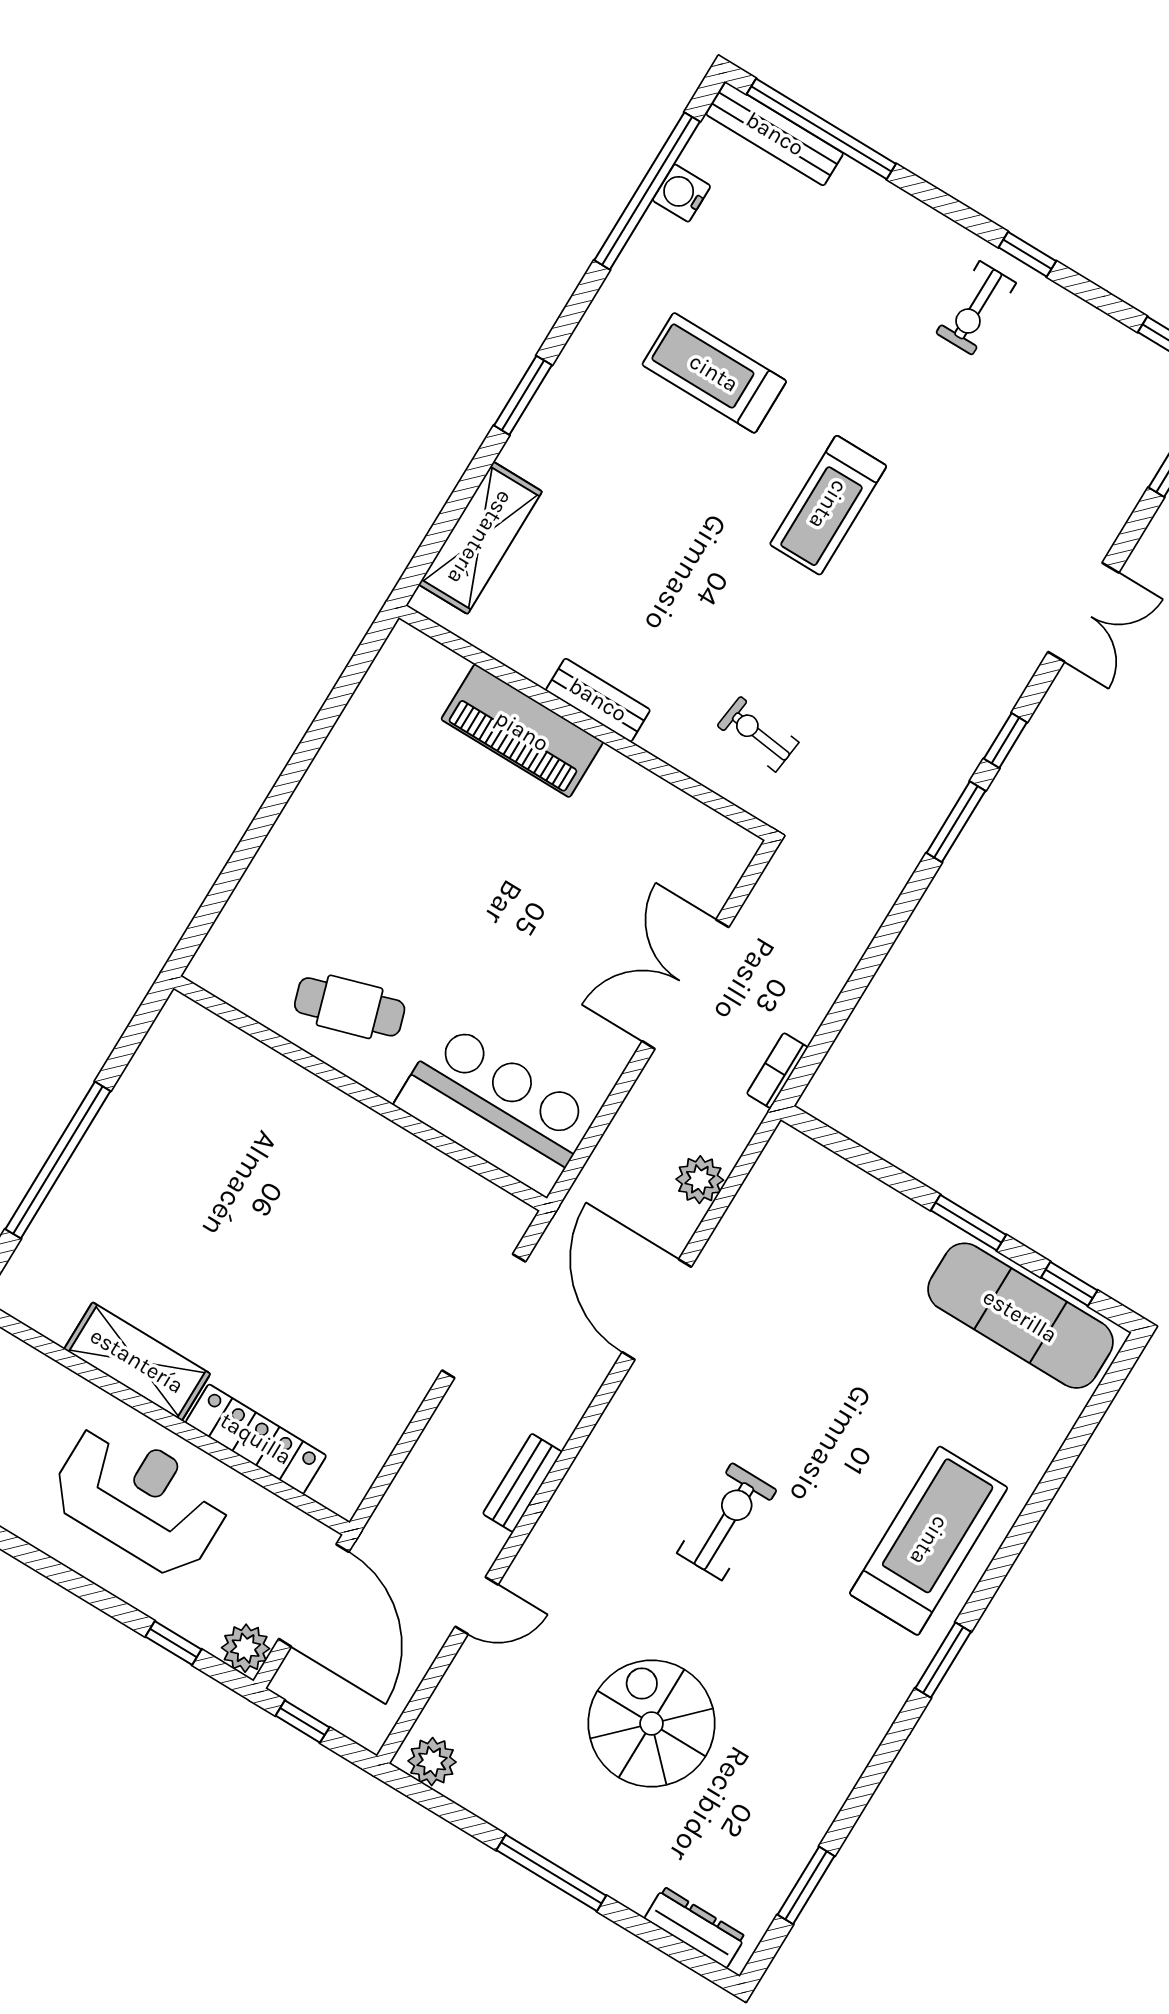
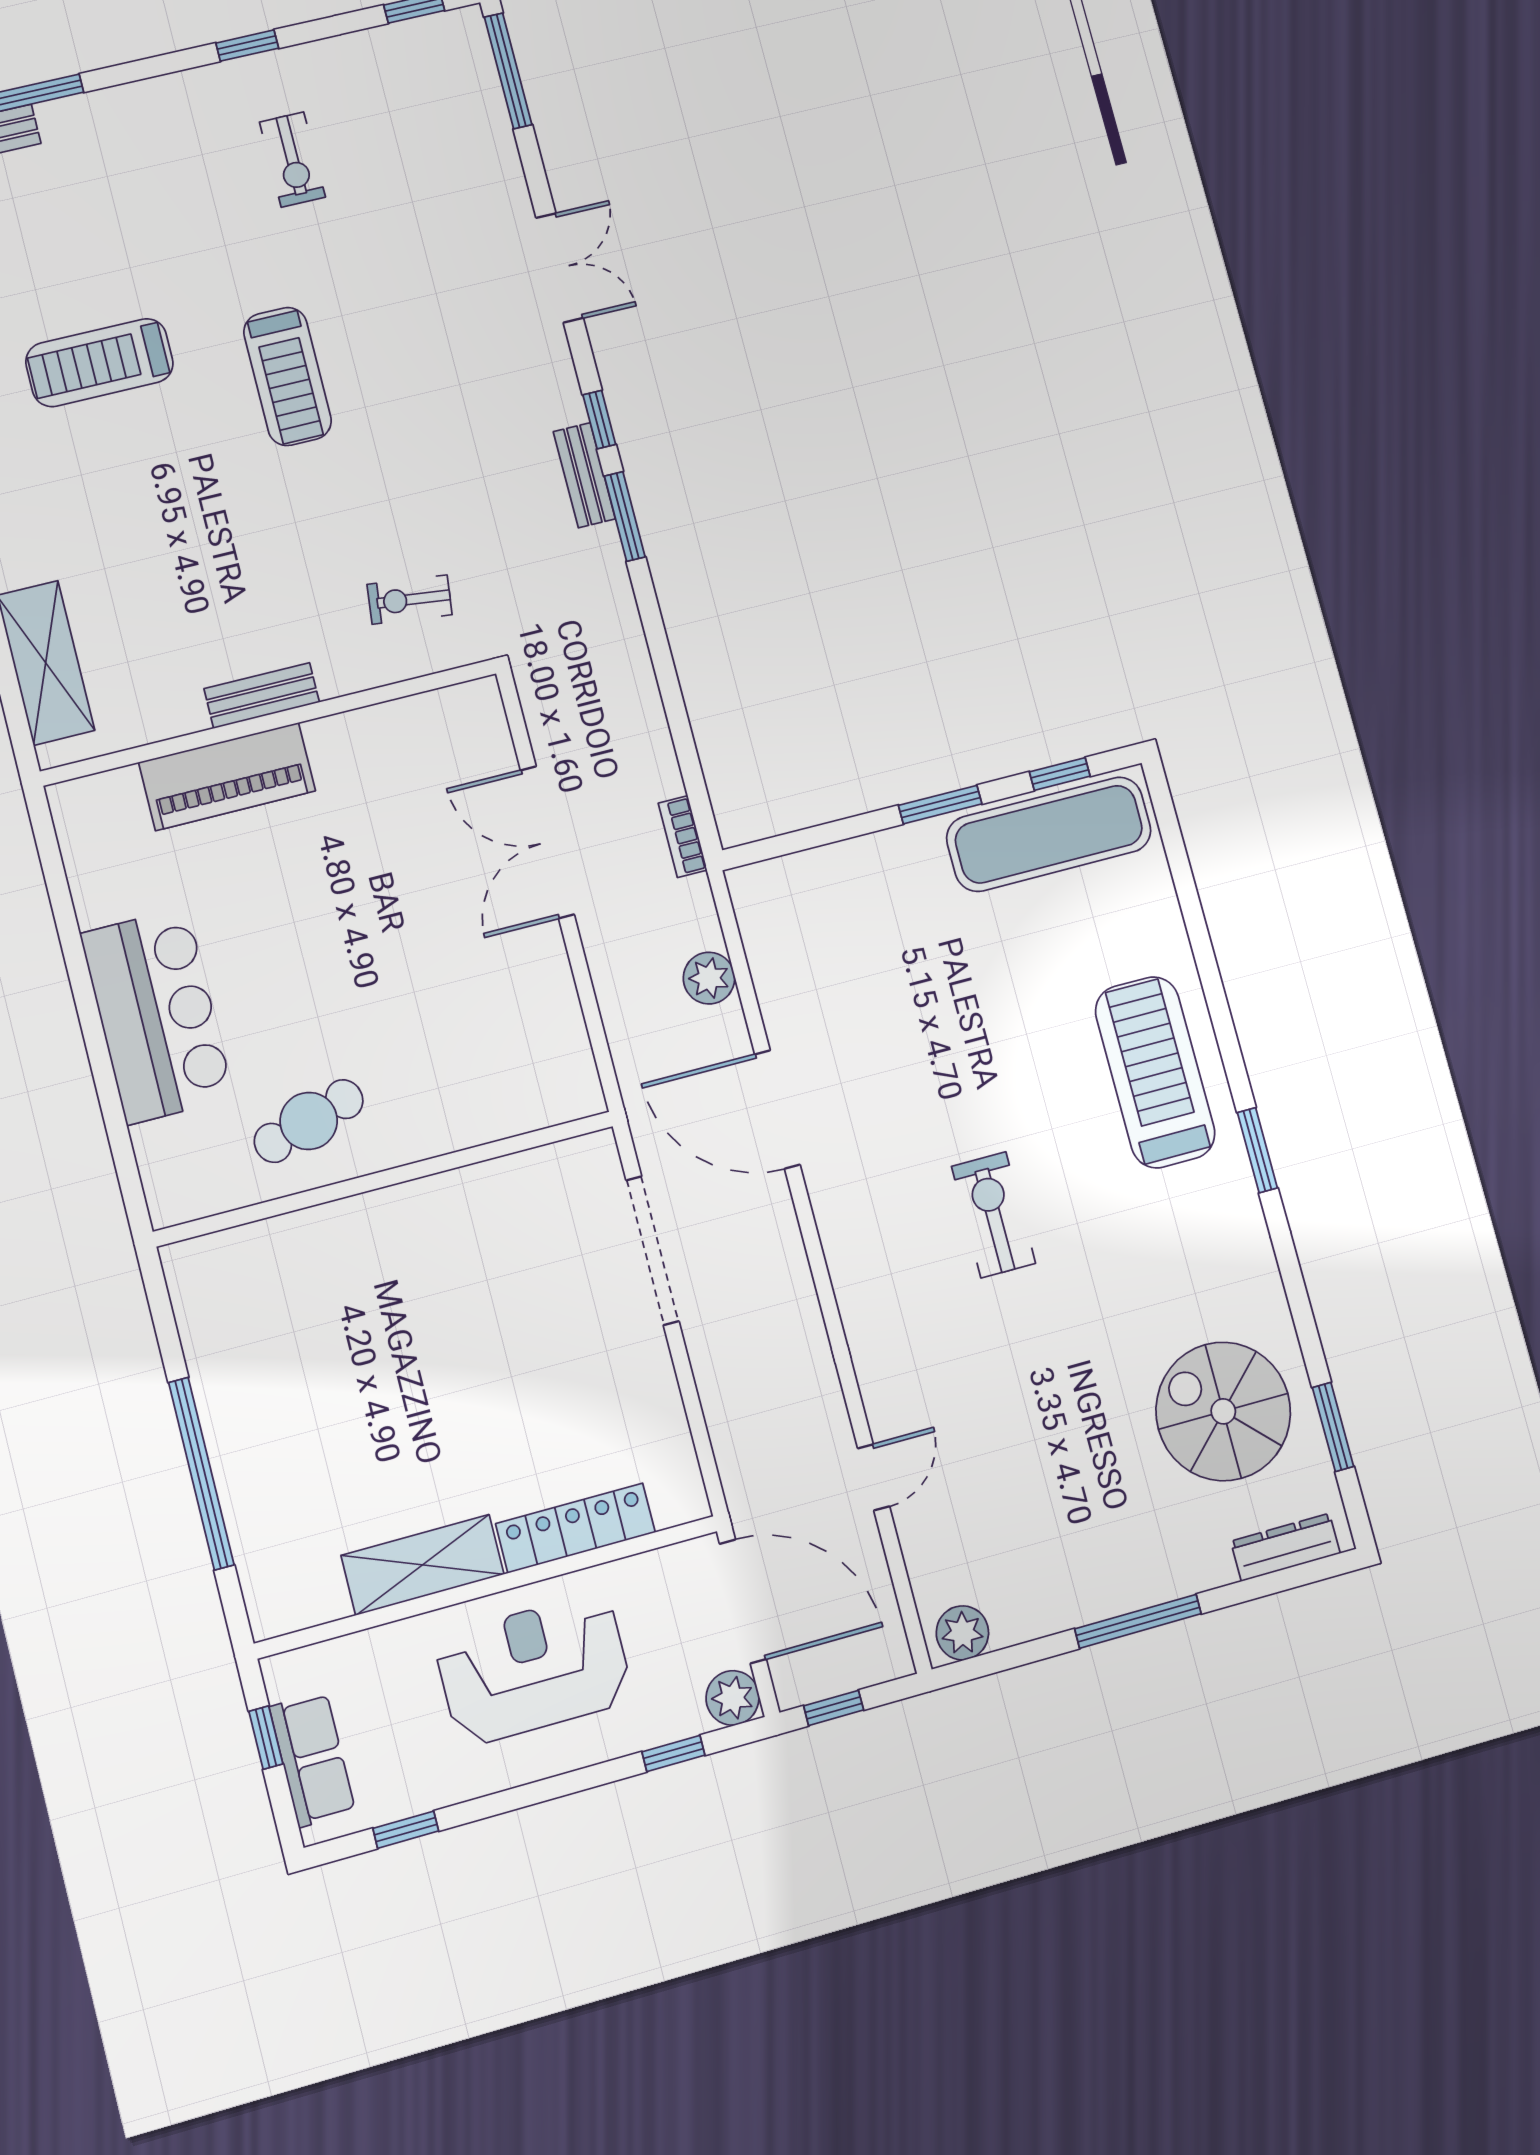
exercise bike: (976, 308) -> (292, 160), moved
bar counter: (496, 1109) -> (157, 1016), moved, turned 90
bench: (522, 1483) -> (584, 475), moved
spiral stairs: (652, 1724) -> (1223, 1411), moved

